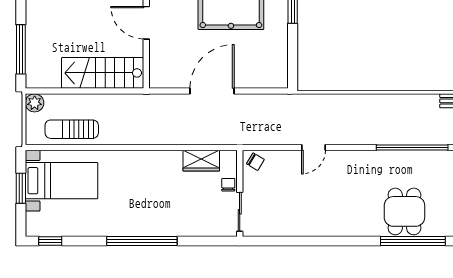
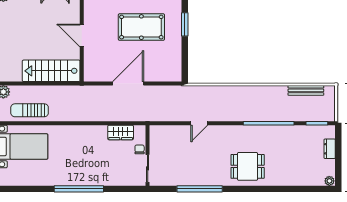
chair: (255, 162) -> (159, 133), removed
dining table: (404, 211) -> (248, 166), moved, turned 90
window: (50, 241) -> (14, 189), removed
window: (413, 241) -> (200, 189), moved

